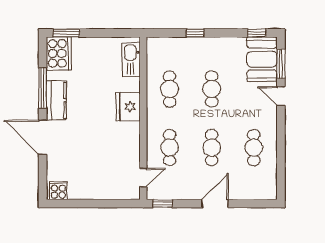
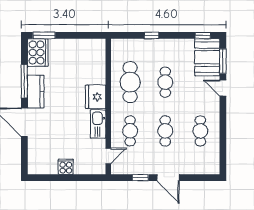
kitchen sink: (131, 59) -> (98, 124), moved
cafe table: (170, 89) -> (130, 82), width x1.37, depth x1.35
cooker: (58, 191) -> (66, 167), moved
window: (163, 204) -> (140, 178), moved
door: (215, 204) -> (168, 178), swing flipped

